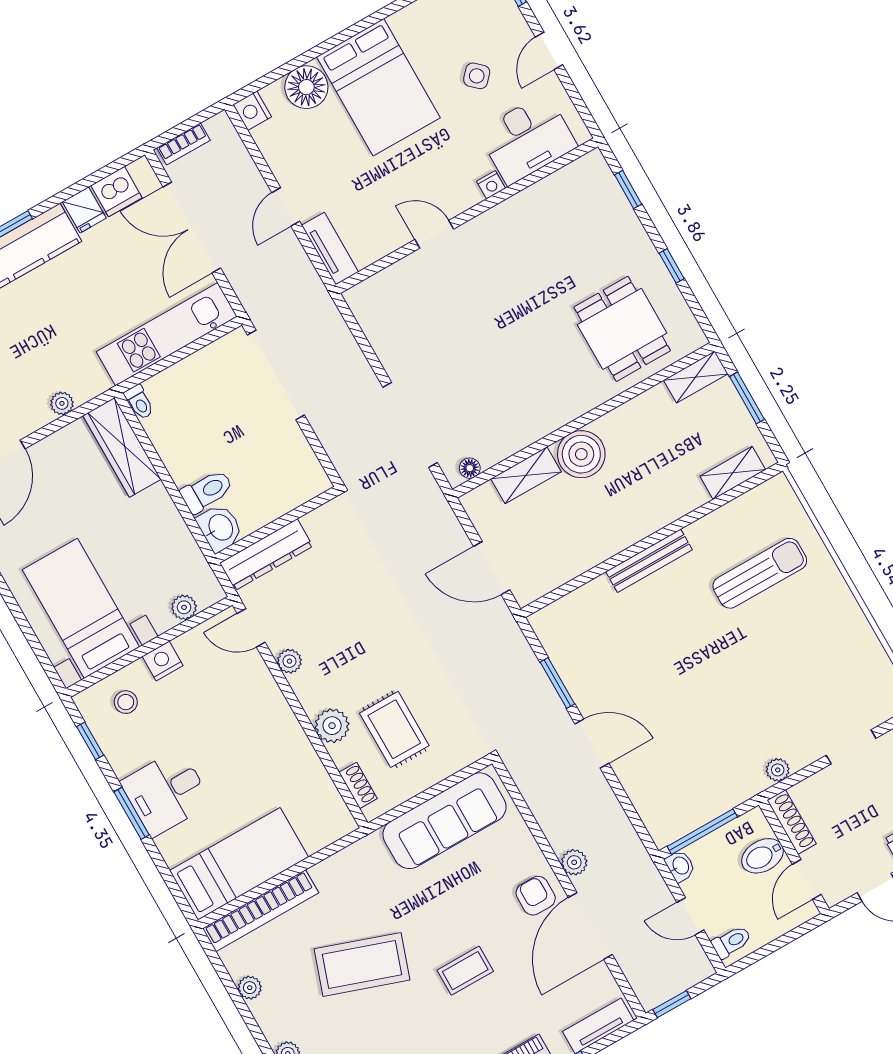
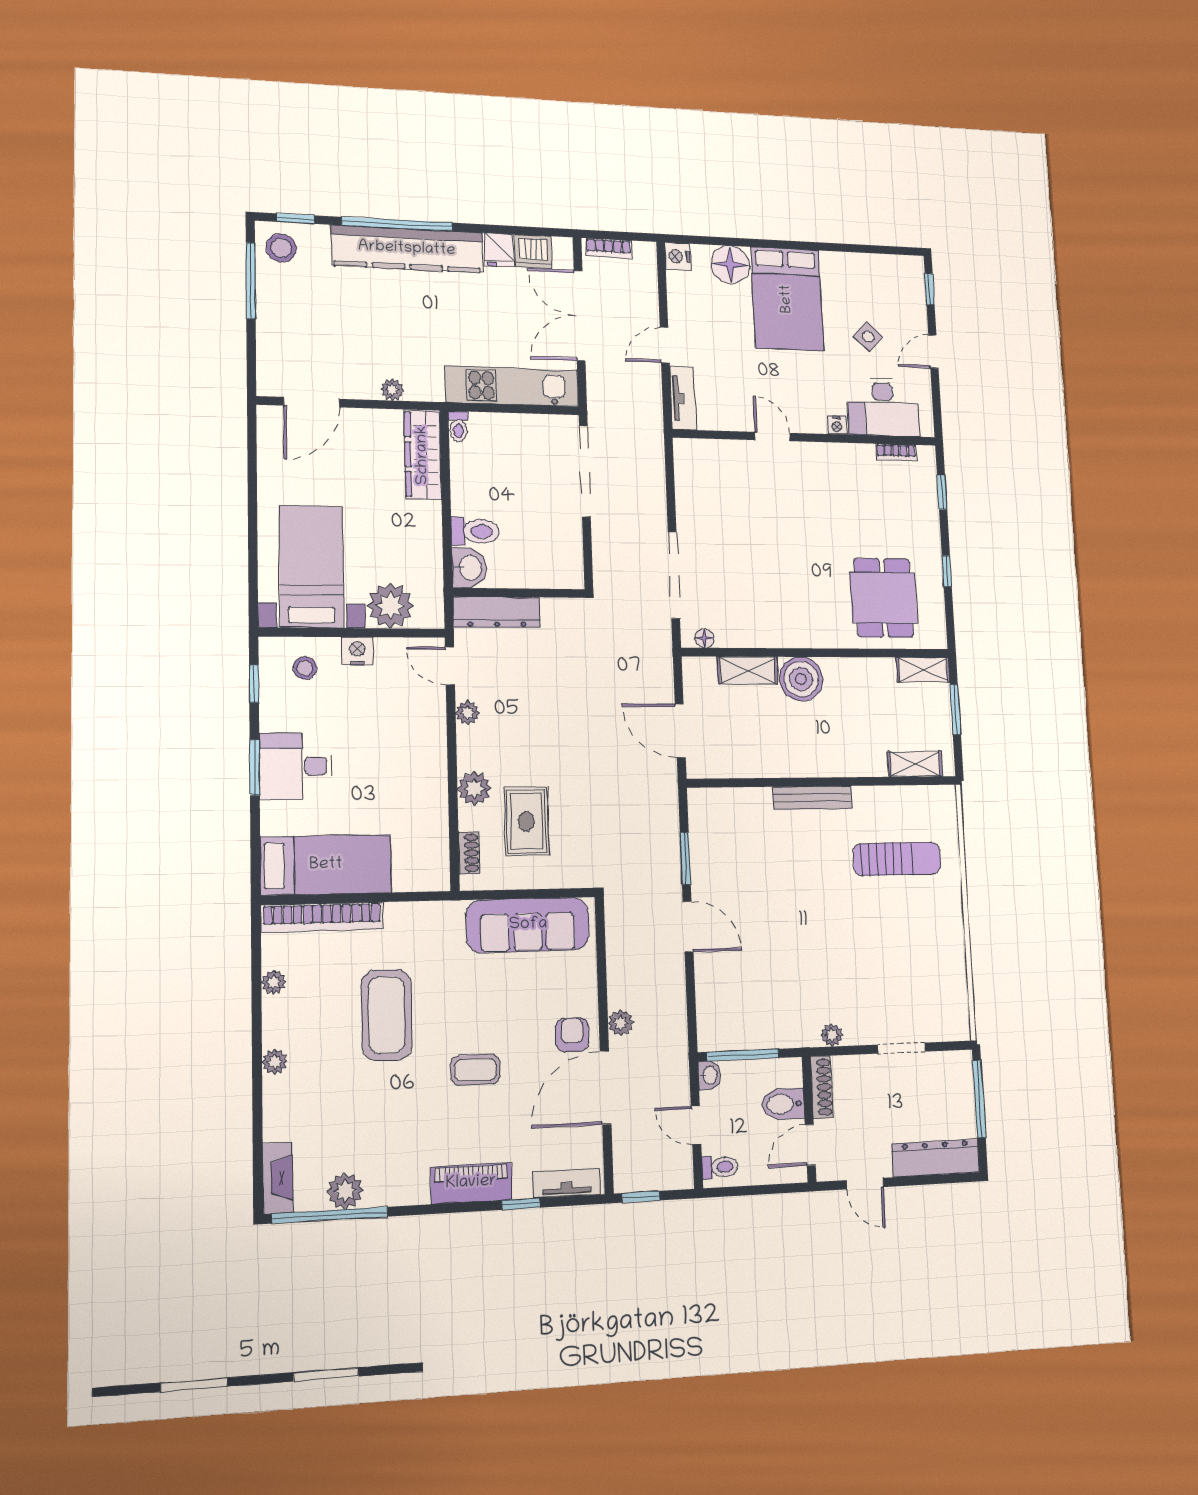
bookcase: (563, 177) -> (896, 452), added
plant: (184, 607) -> (390, 605), width x1.87, depth x1.87
coffee table: (362, 964) -> (387, 1015), turned 71

